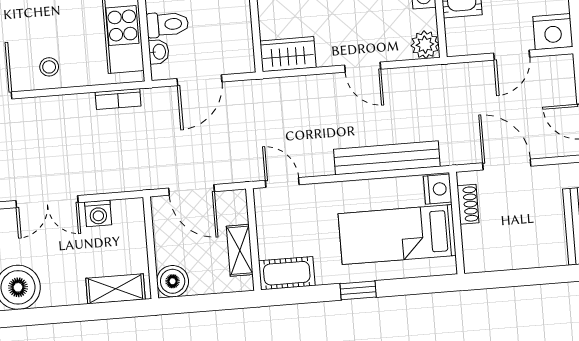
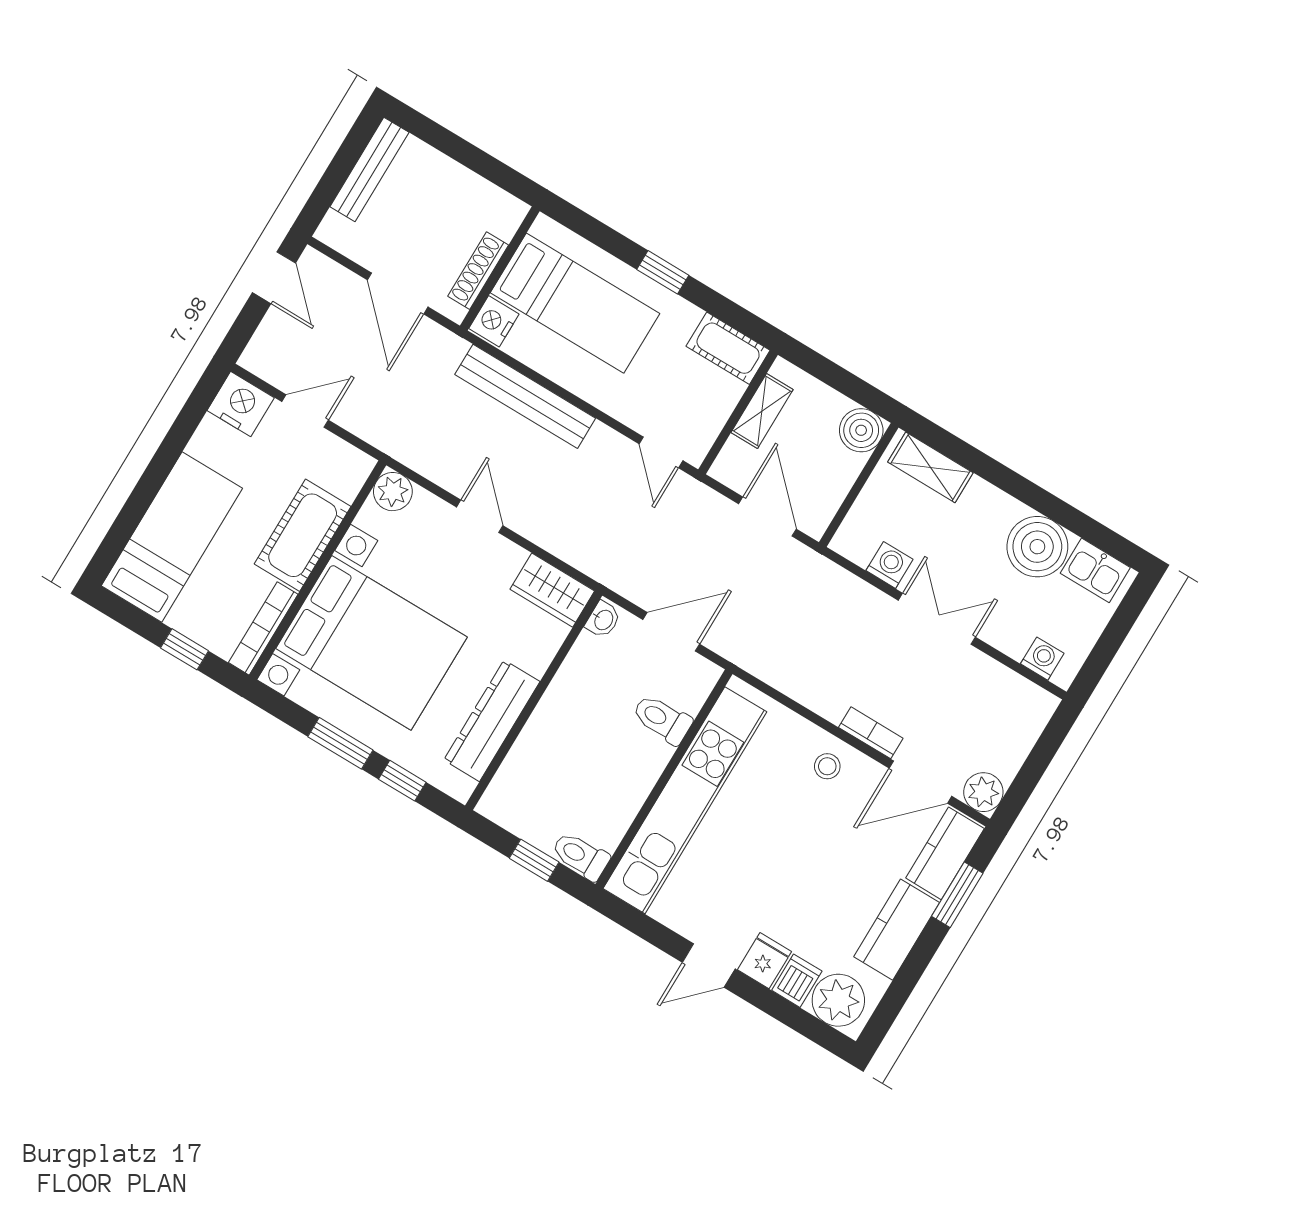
washbasin: (159, 52) -> (603, 620), moved, turned 180
bookcase: (118, 99) -> (871, 733), moved
shoe rack: (468, 204) -> (478, 271), width x1.43

